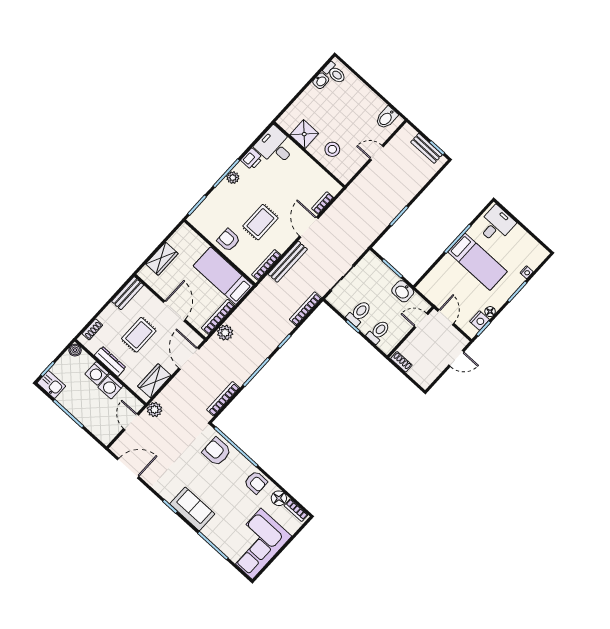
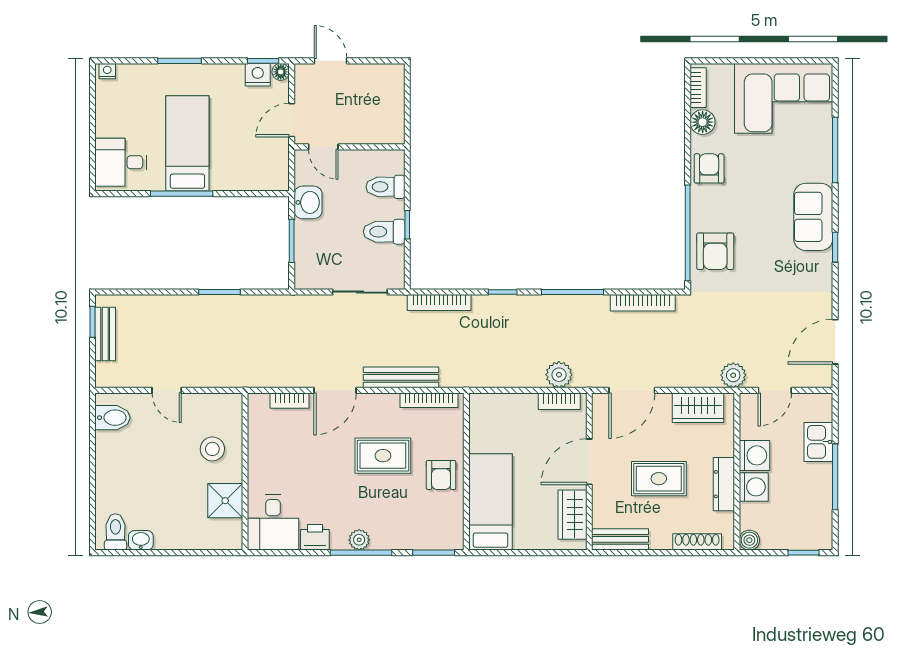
wardrobe: (162, 259) -> (572, 515), moved, turned -90
nightstand: (527, 272) -> (107, 71), moved
bed: (223, 276) -> (490, 502), moved, turned 180
floor lamp: (490, 312) -> (281, 72), moved
bookcase: (218, 317) -> (559, 401), width x0.64
shoe rack: (92, 329) -> (697, 542), width x1.43
shoe rack: (401, 362) -> (396, 125), removed
kitchen sink: (51, 384) -> (818, 442), moved
door: (128, 468) -> (835, 342), hinge flipped

